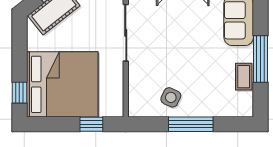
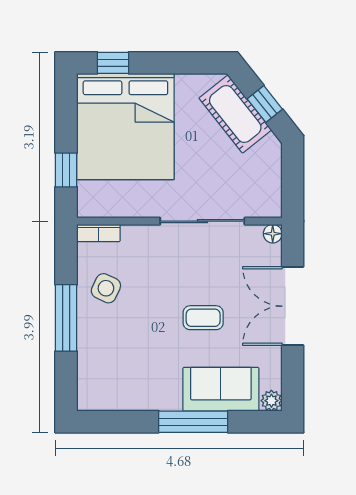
window: (260, 59) -> (193, 422), moved
coffee table: (244, 77) -> (203, 318), moved
bookcase: (134, 103) -> (98, 233), added

